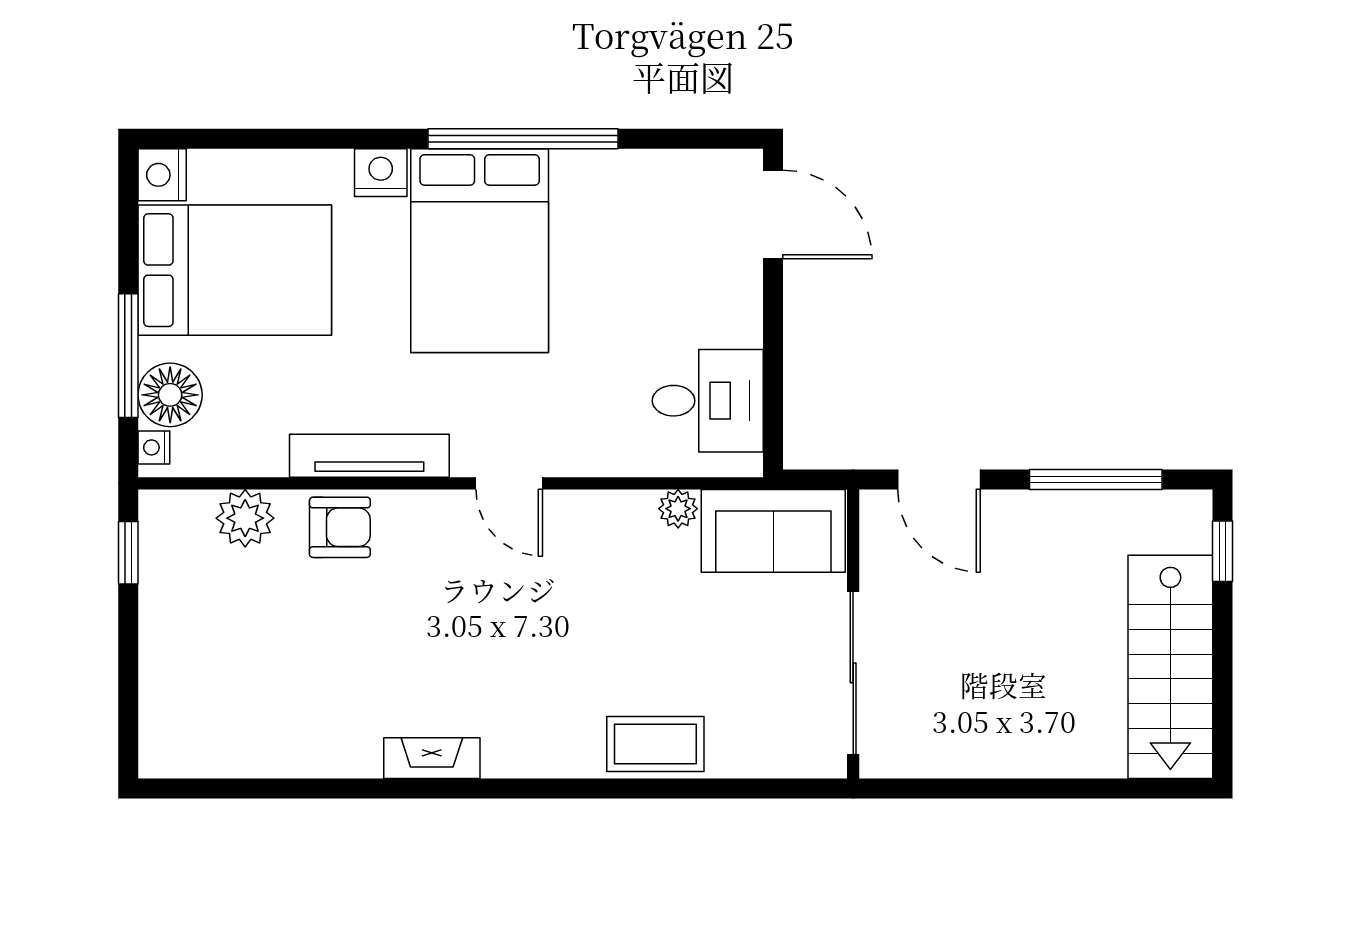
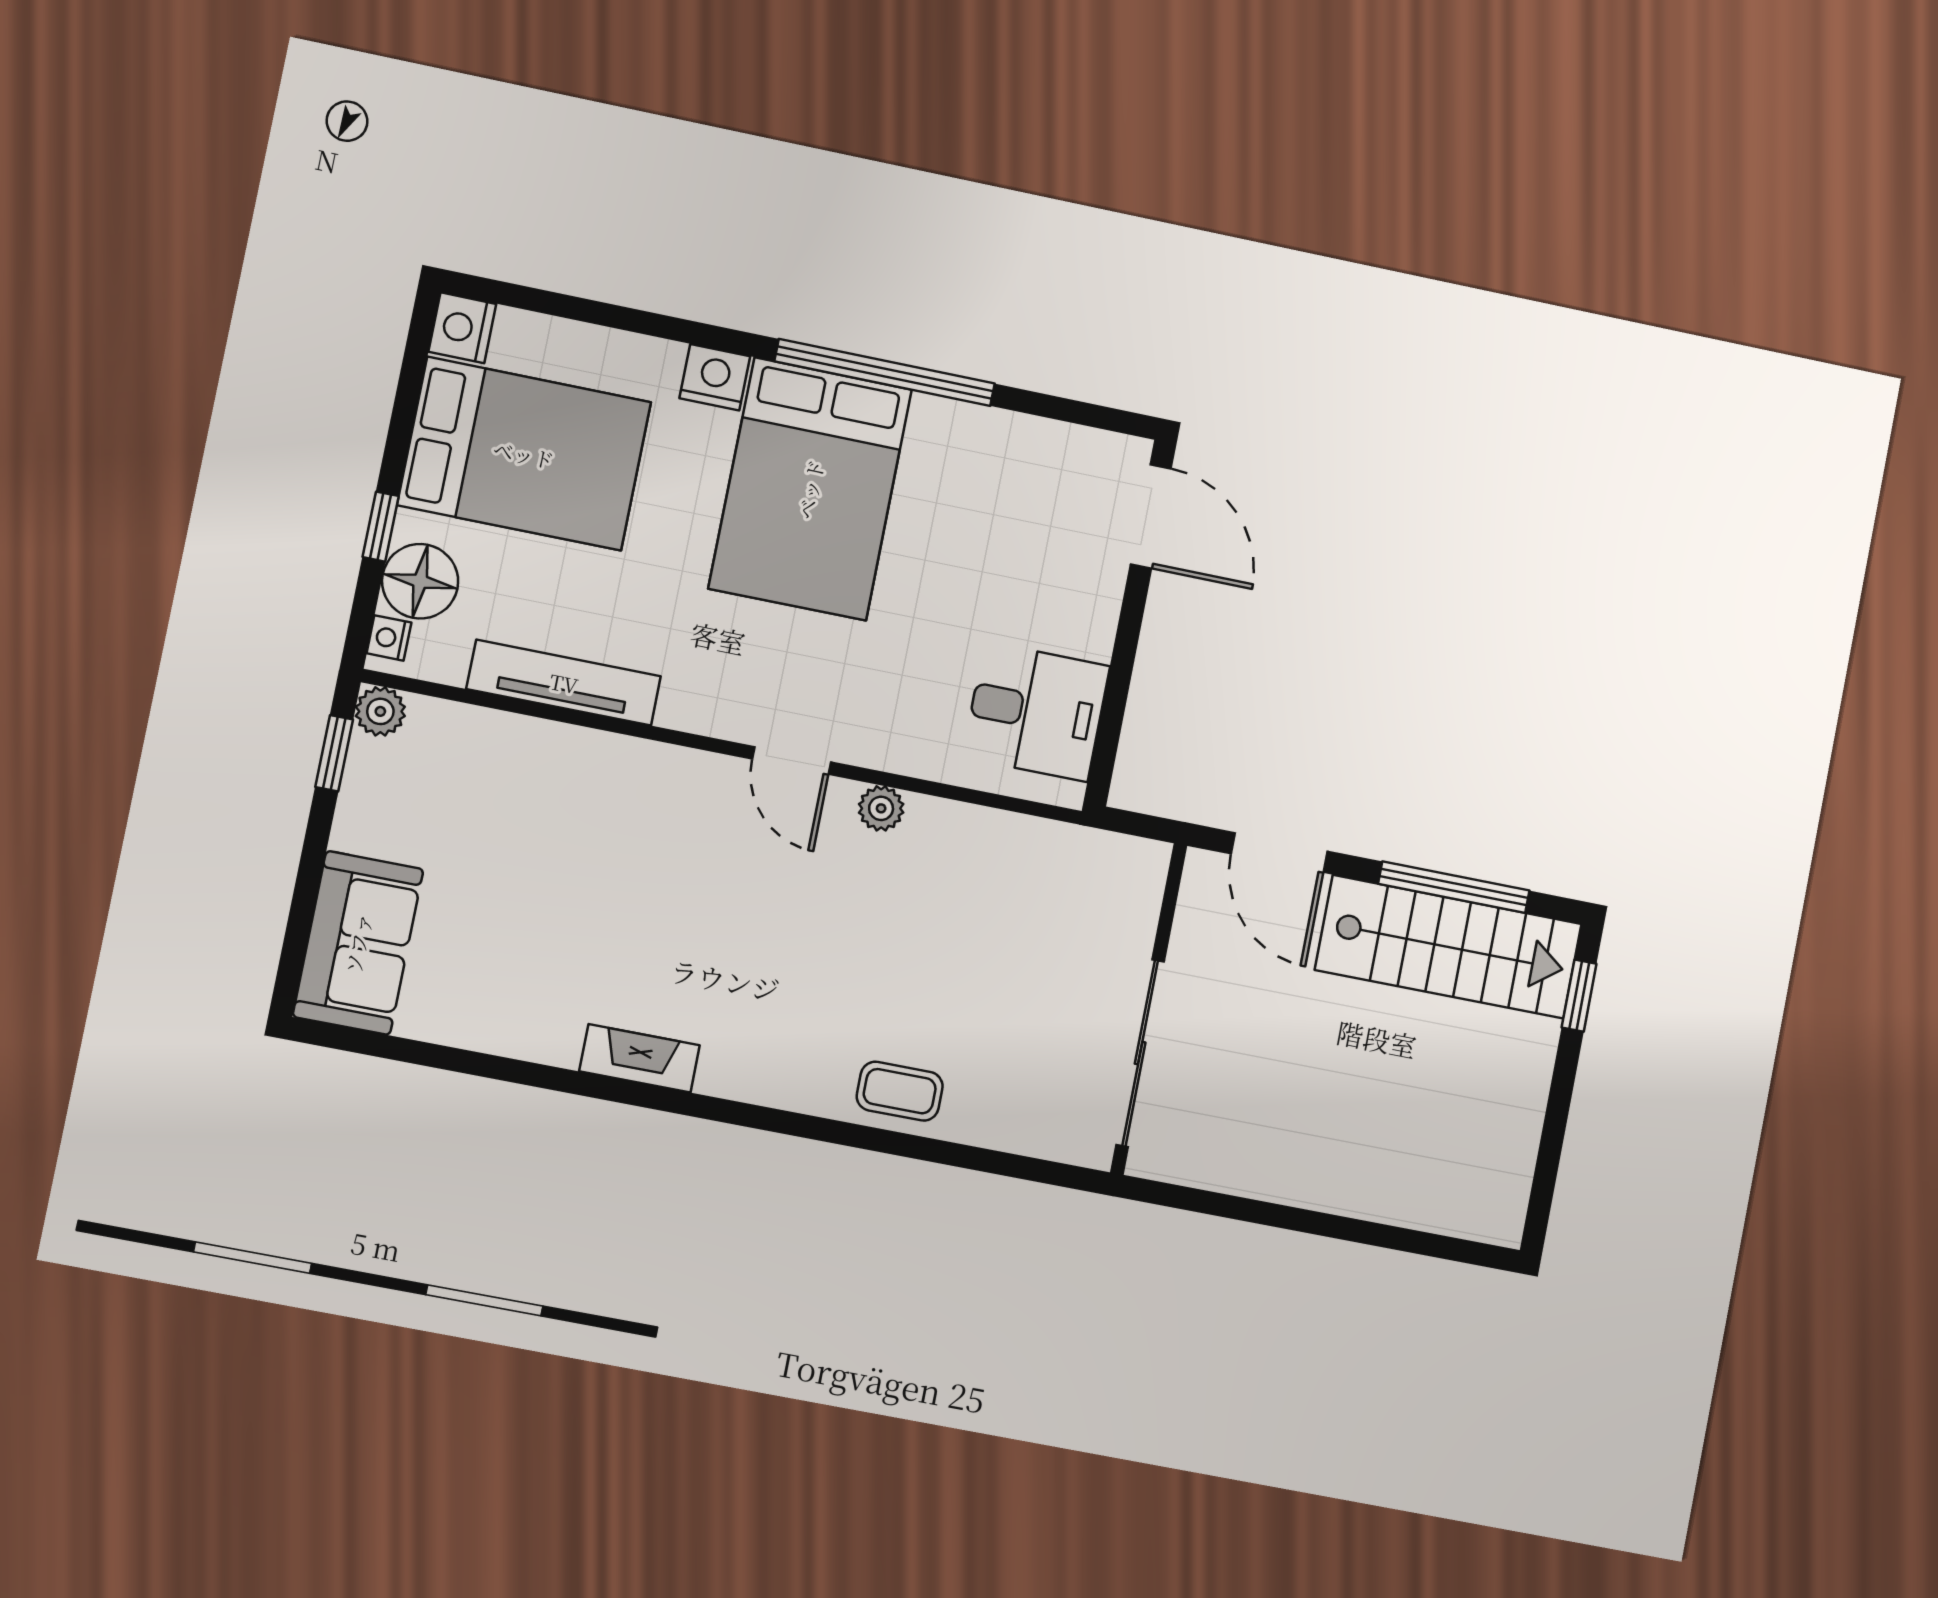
window: (128, 356) -> (381, 527), width x0.46
tv unit: (369, 456) -> (564, 683), moved
plant: (678, 509) -> (881, 808), moved
plant: (245, 518) -> (380, 711), moved, width x0.73, depth x0.73
armchair: (340, 527) -> (586, 772), removed
sofa: (773, 531) -> (358, 943), moved, turned -90
stairs: (1170, 667) -> (1448, 947), moved, turned -90
coffee table: (655, 744) -> (900, 1091), width x0.73, depth x0.77

